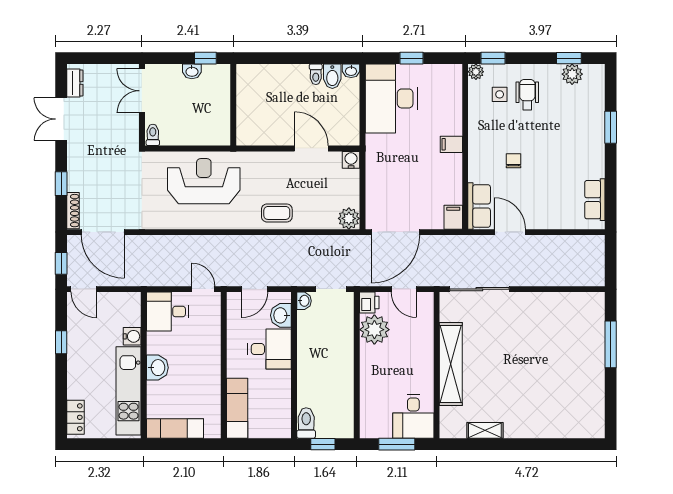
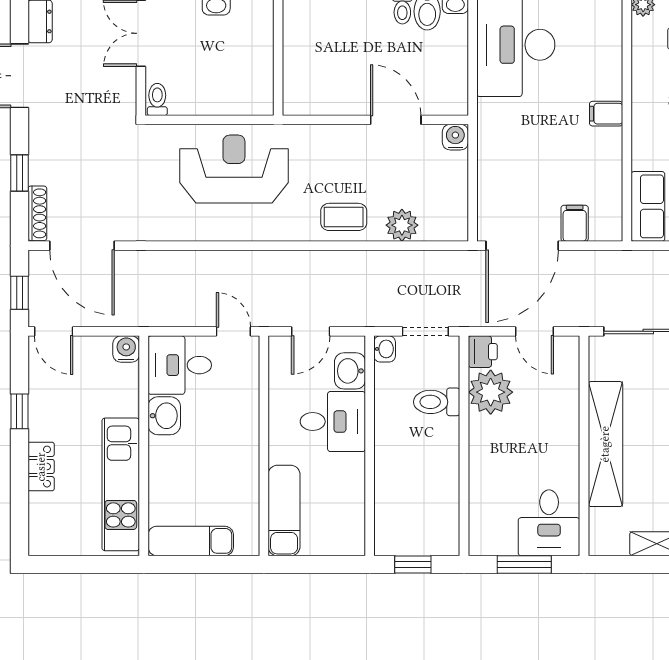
filing cabinet: (453, 217) -> (575, 223), moved
plant: (349, 218) -> (402, 225), moved
water cooler: (132, 336) -> (126, 349), moved, turned -90
washbasin: (157, 368) -> (164, 416), moved
locker: (75, 417) -> (41, 467), moved
toilet: (306, 423) -> (437, 402), moved, turned -90

